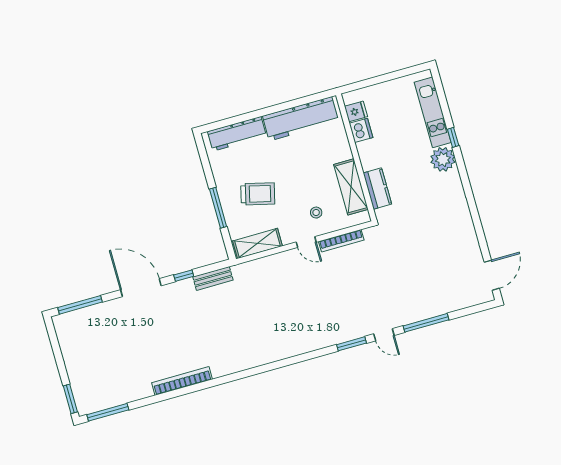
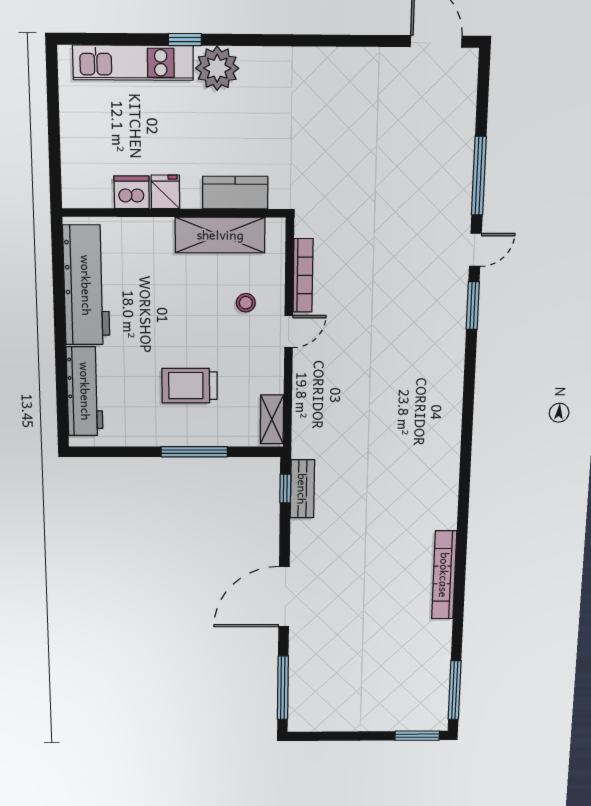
fridge: (356, 111) -> (165, 192), moved
trolley: (258, 194) -> (190, 386), turned -104
shelving: (258, 243) -> (272, 419), width x0.67, depth x0.75
window: (184, 276) -> (285, 489), moved

